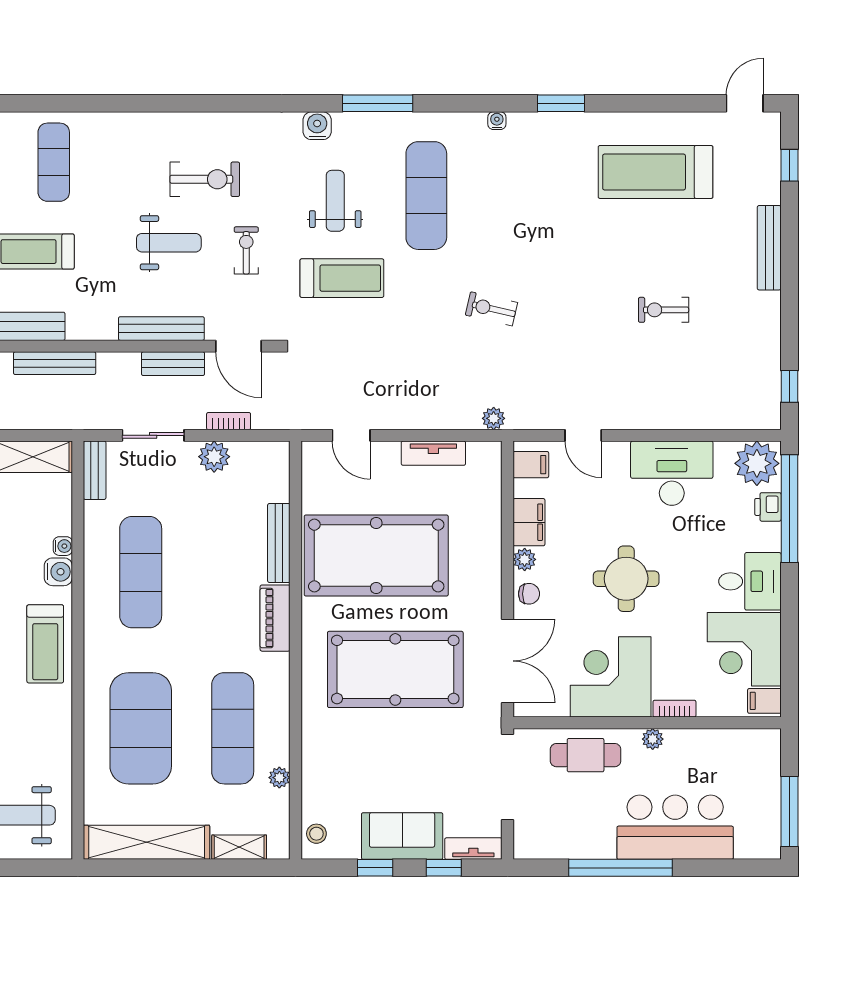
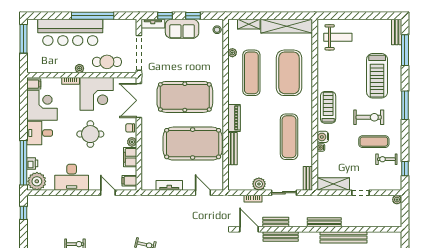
plant: (494, 418) -> (145, 200), removed
bar counter: (675, 827) -> (70, 32), width x1.36

